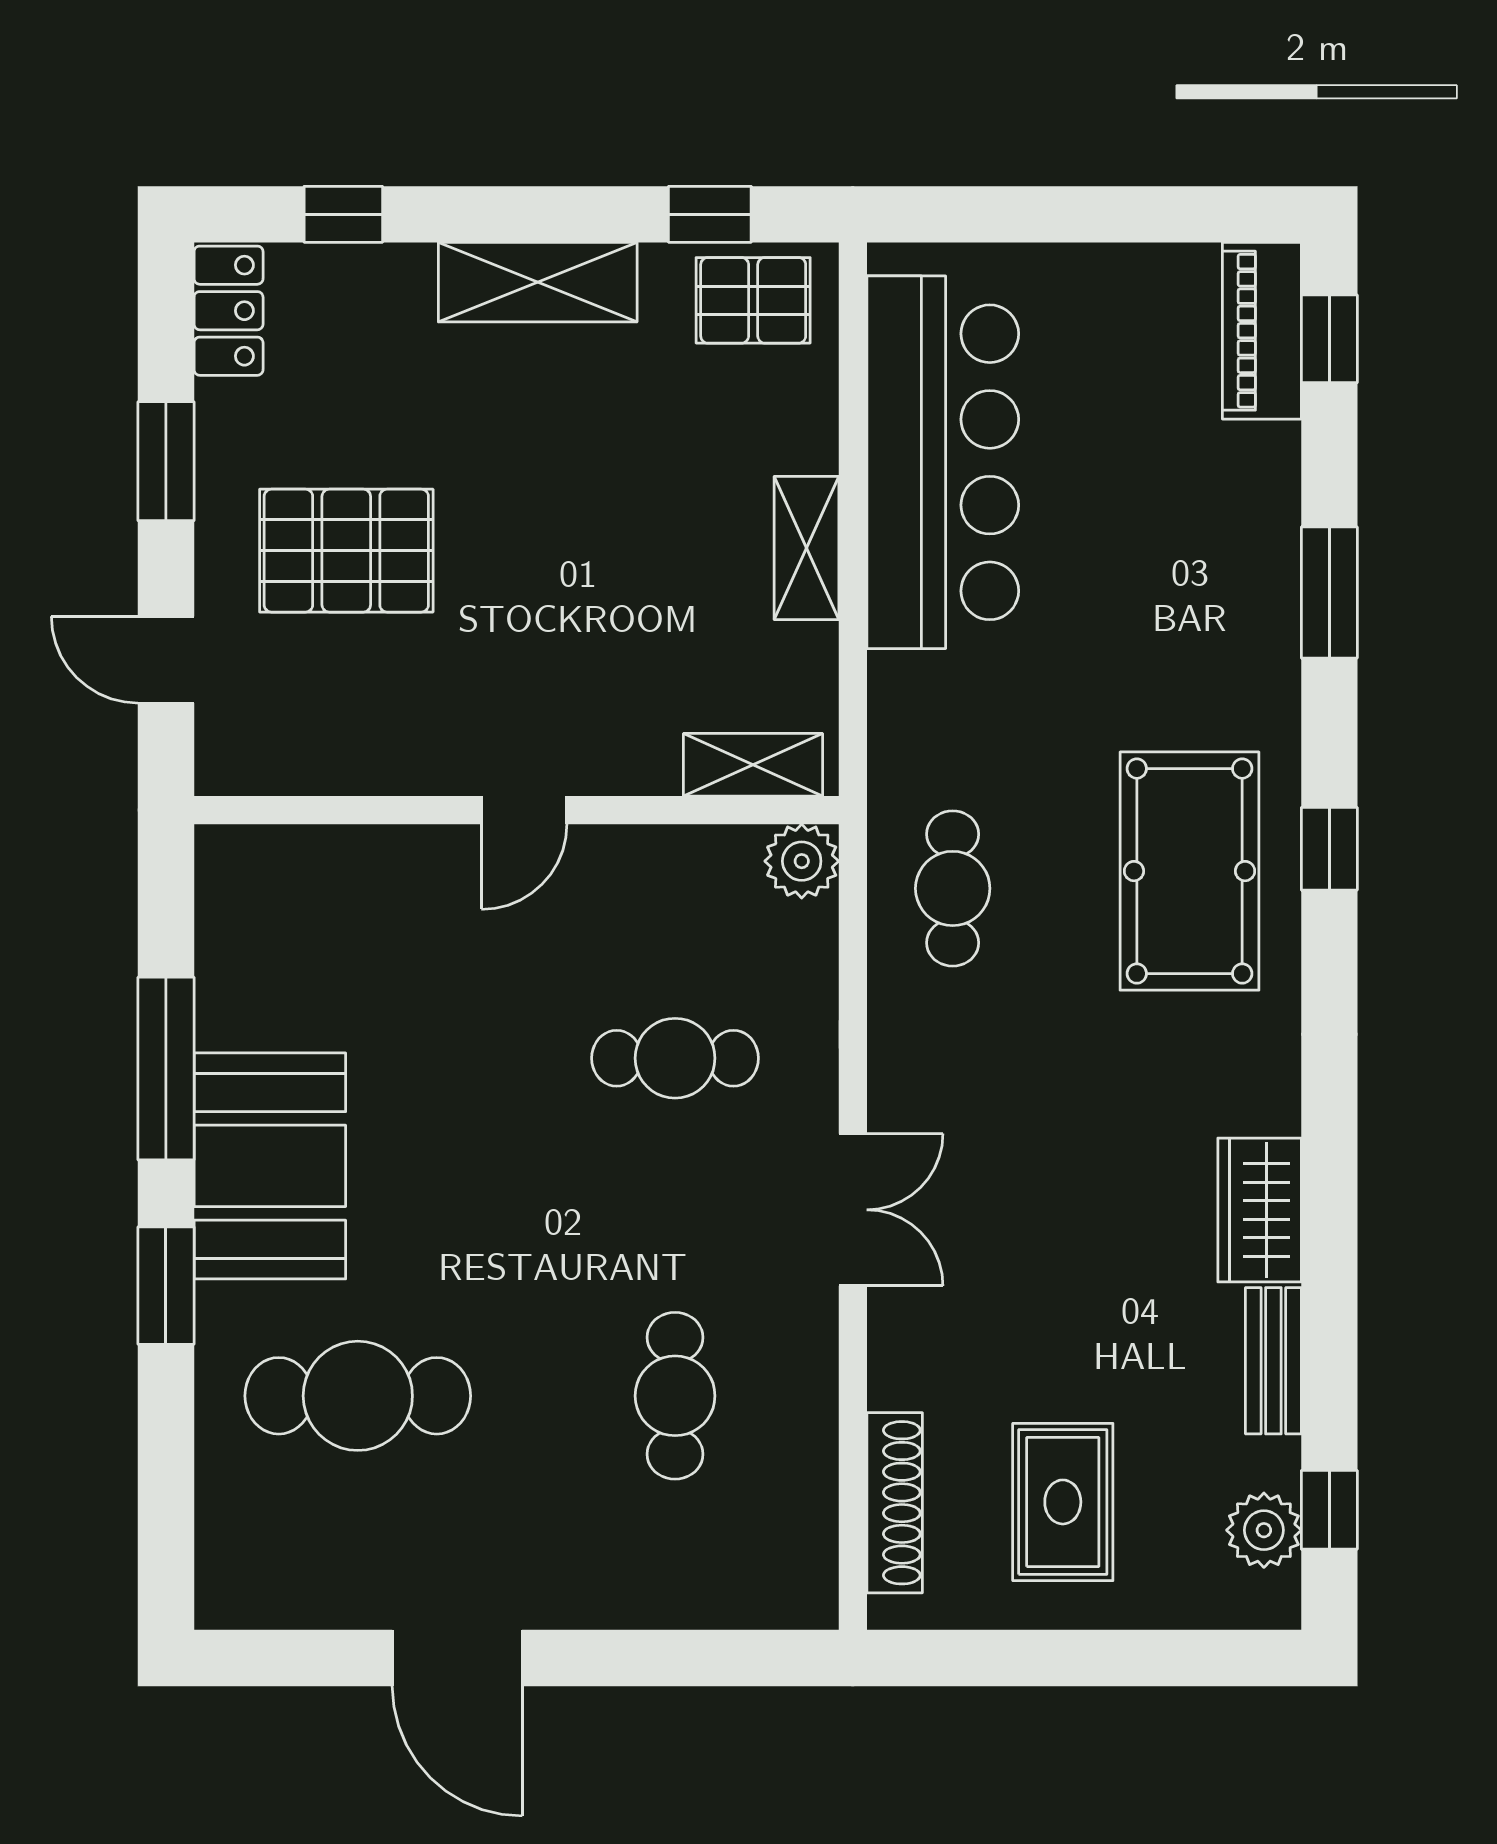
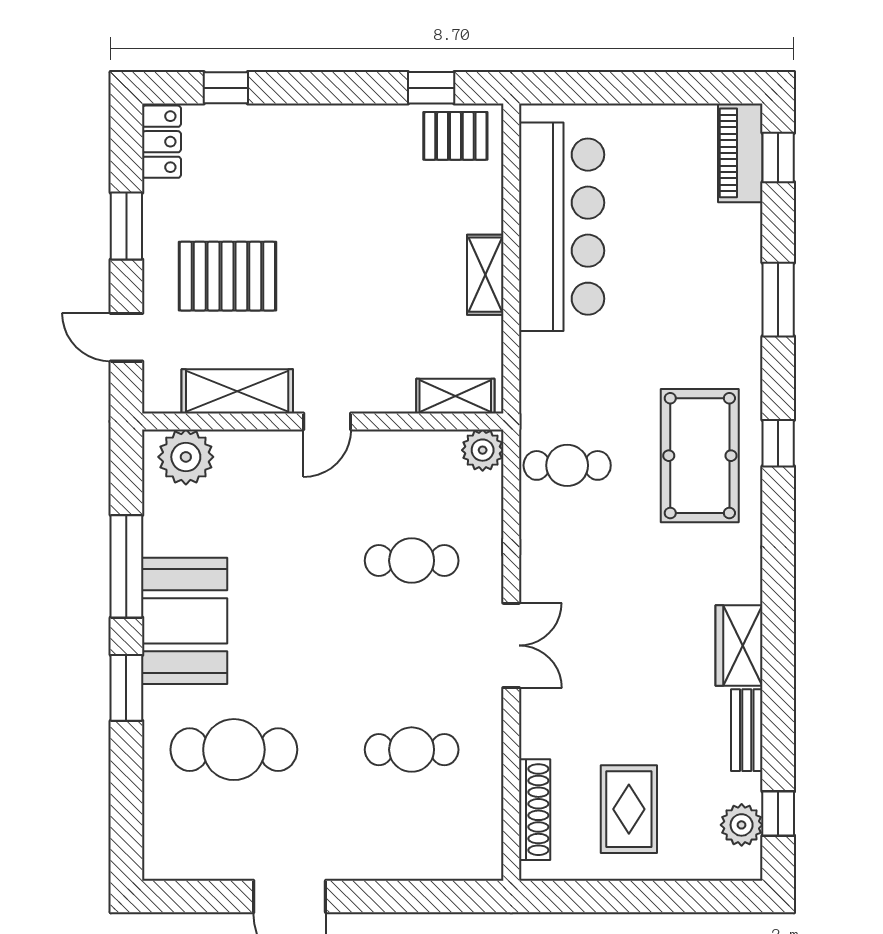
shelving: (538, 282) -> (237, 391), moved
plant: (272, 873) -> (186, 457), added
cafe table: (953, 888) -> (567, 465), turned 90
cafe table: (675, 1396) -> (412, 750), turned 90

